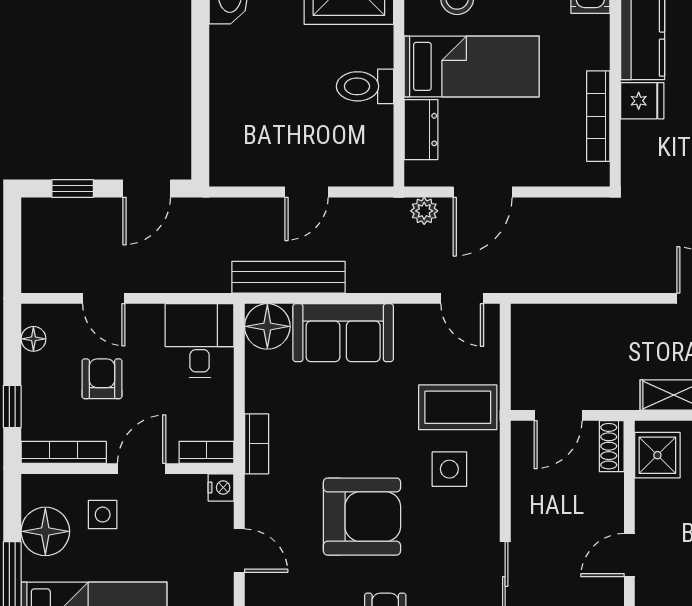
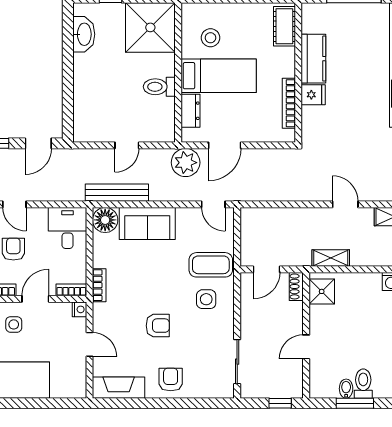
plant: (424, 211) -> (186, 163), width x1.88, depth x1.88
armchair: (362, 517) -> (158, 326), width x0.53, depth x0.53

